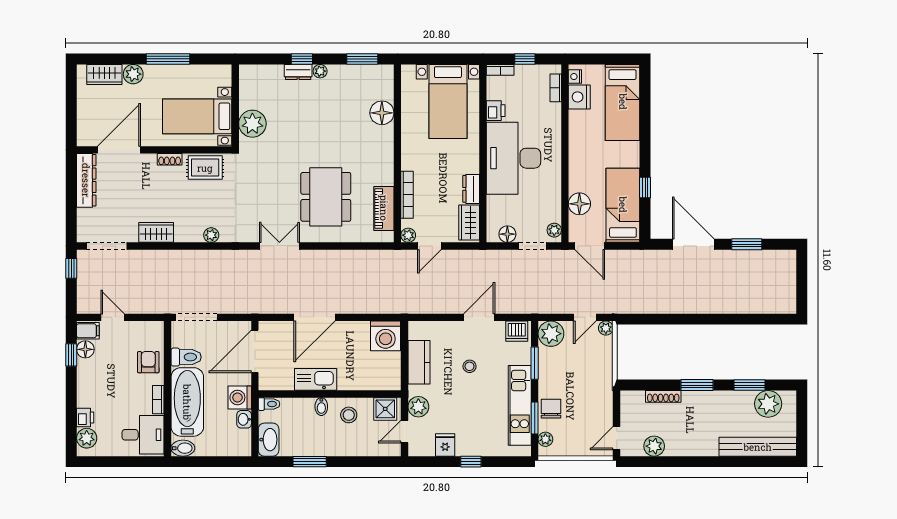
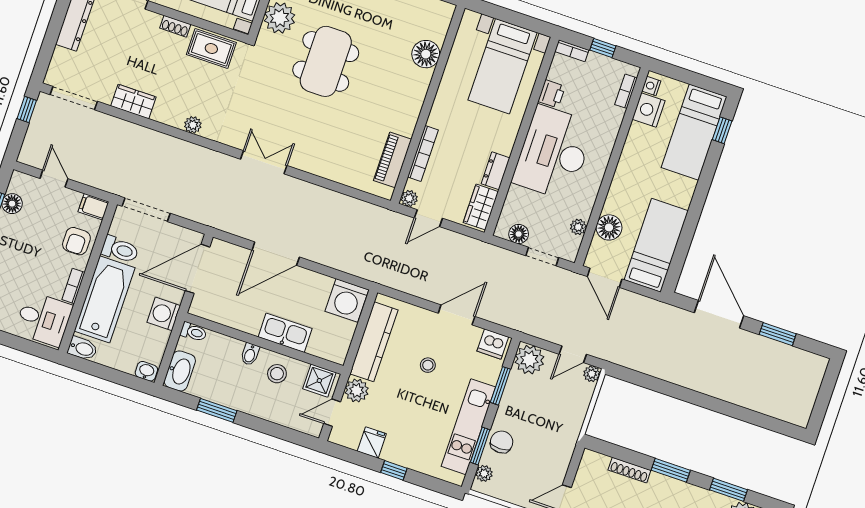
window: (645, 187) -> (722, 130), moved
dining table: (326, 197) -> (326, 61), moved
plant: (554, 230) -> (578, 227), moved
filing cabinet: (88, 331) -> (94, 207), moved, turned 180
armchair: (148, 362) -> (76, 241), turned 180
kitchen counter: (419, 362) -> (374, 342), width x1.50
kitchen sink: (316, 379) -> (285, 333), moved
washbasin: (244, 419) -> (146, 371), moved, turned 90

